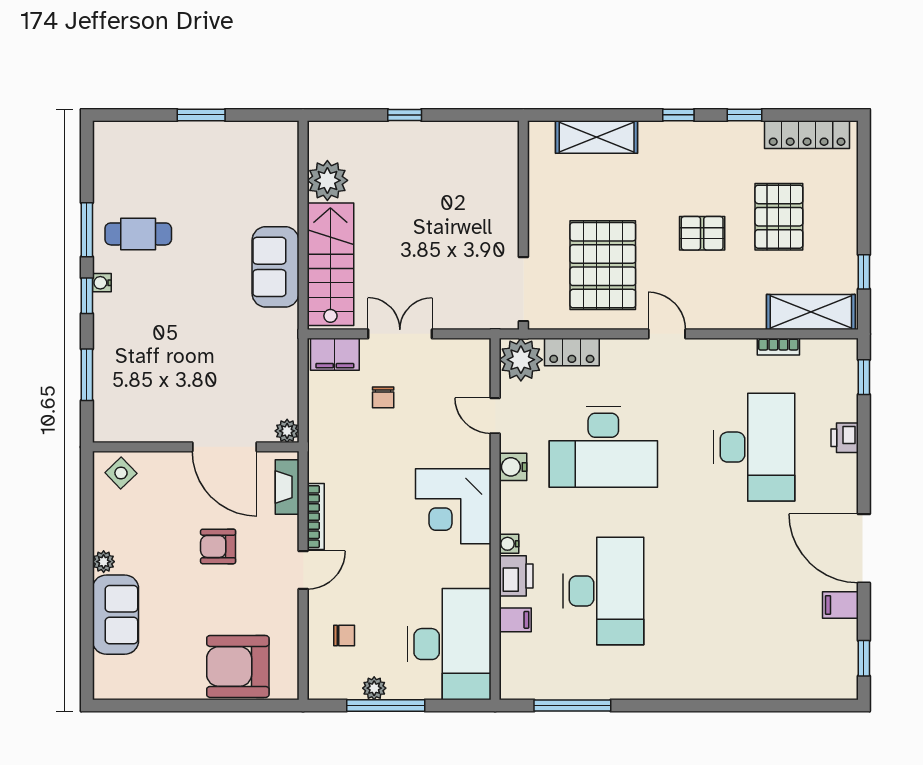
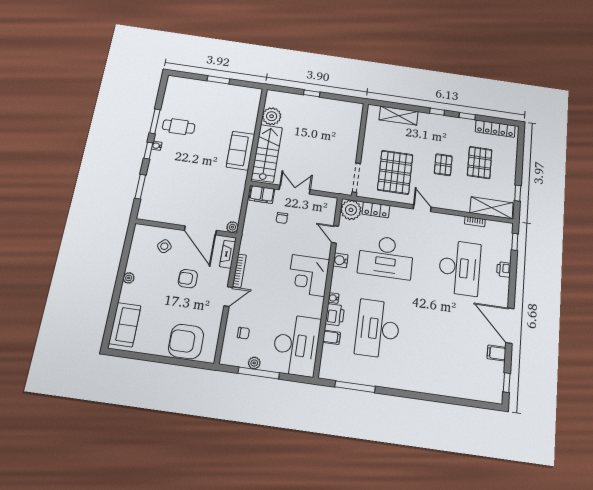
pallet: (702, 233) -> (443, 165), turned 90
side table: (121, 473) -> (164, 246), moved
desk: (603, 591) -> (378, 329), turned 180
sofa: (115, 615) -> (125, 325), moved

